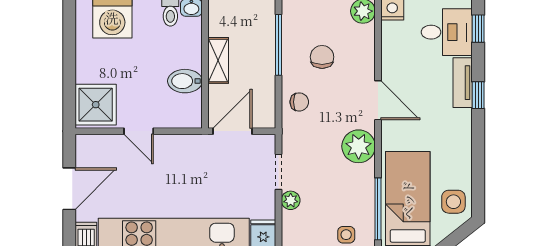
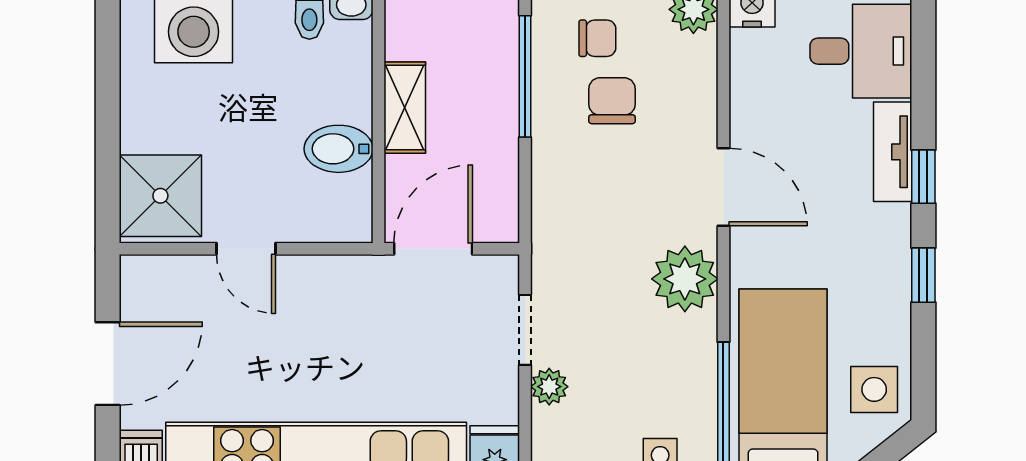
window: (478, 29) -> (923, 275), moved
chair: (299, 102) -> (597, 38), moved

